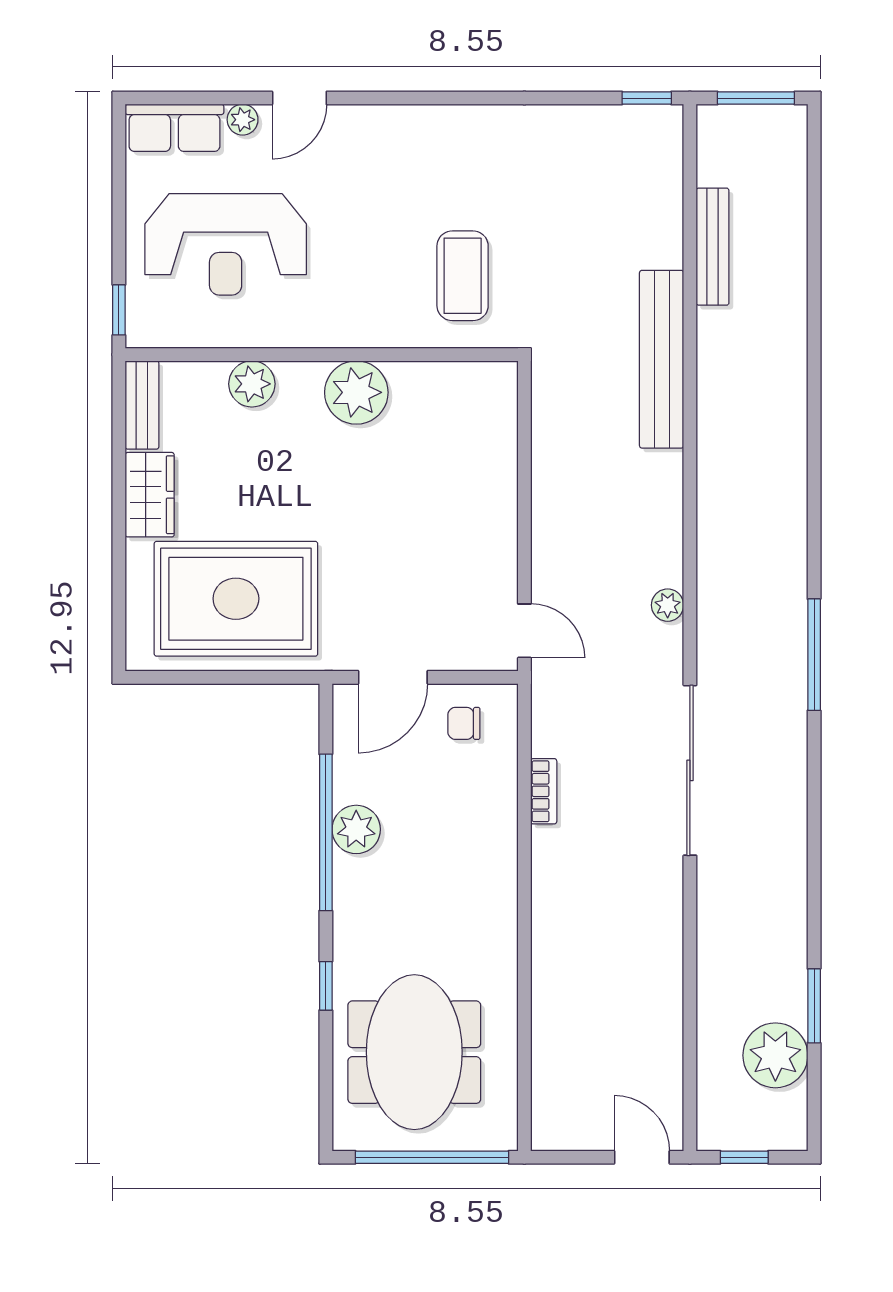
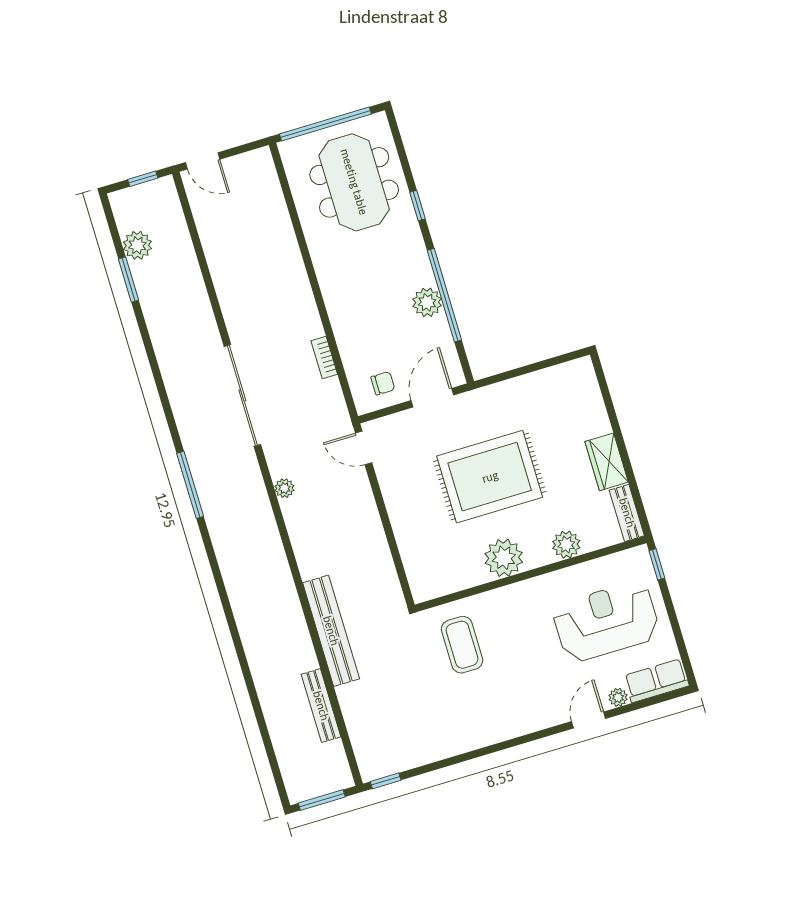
rug: (236, 599) -> (490, 477), moved
plant: (775, 1055) -> (137, 245), width x0.73, depth x0.73

